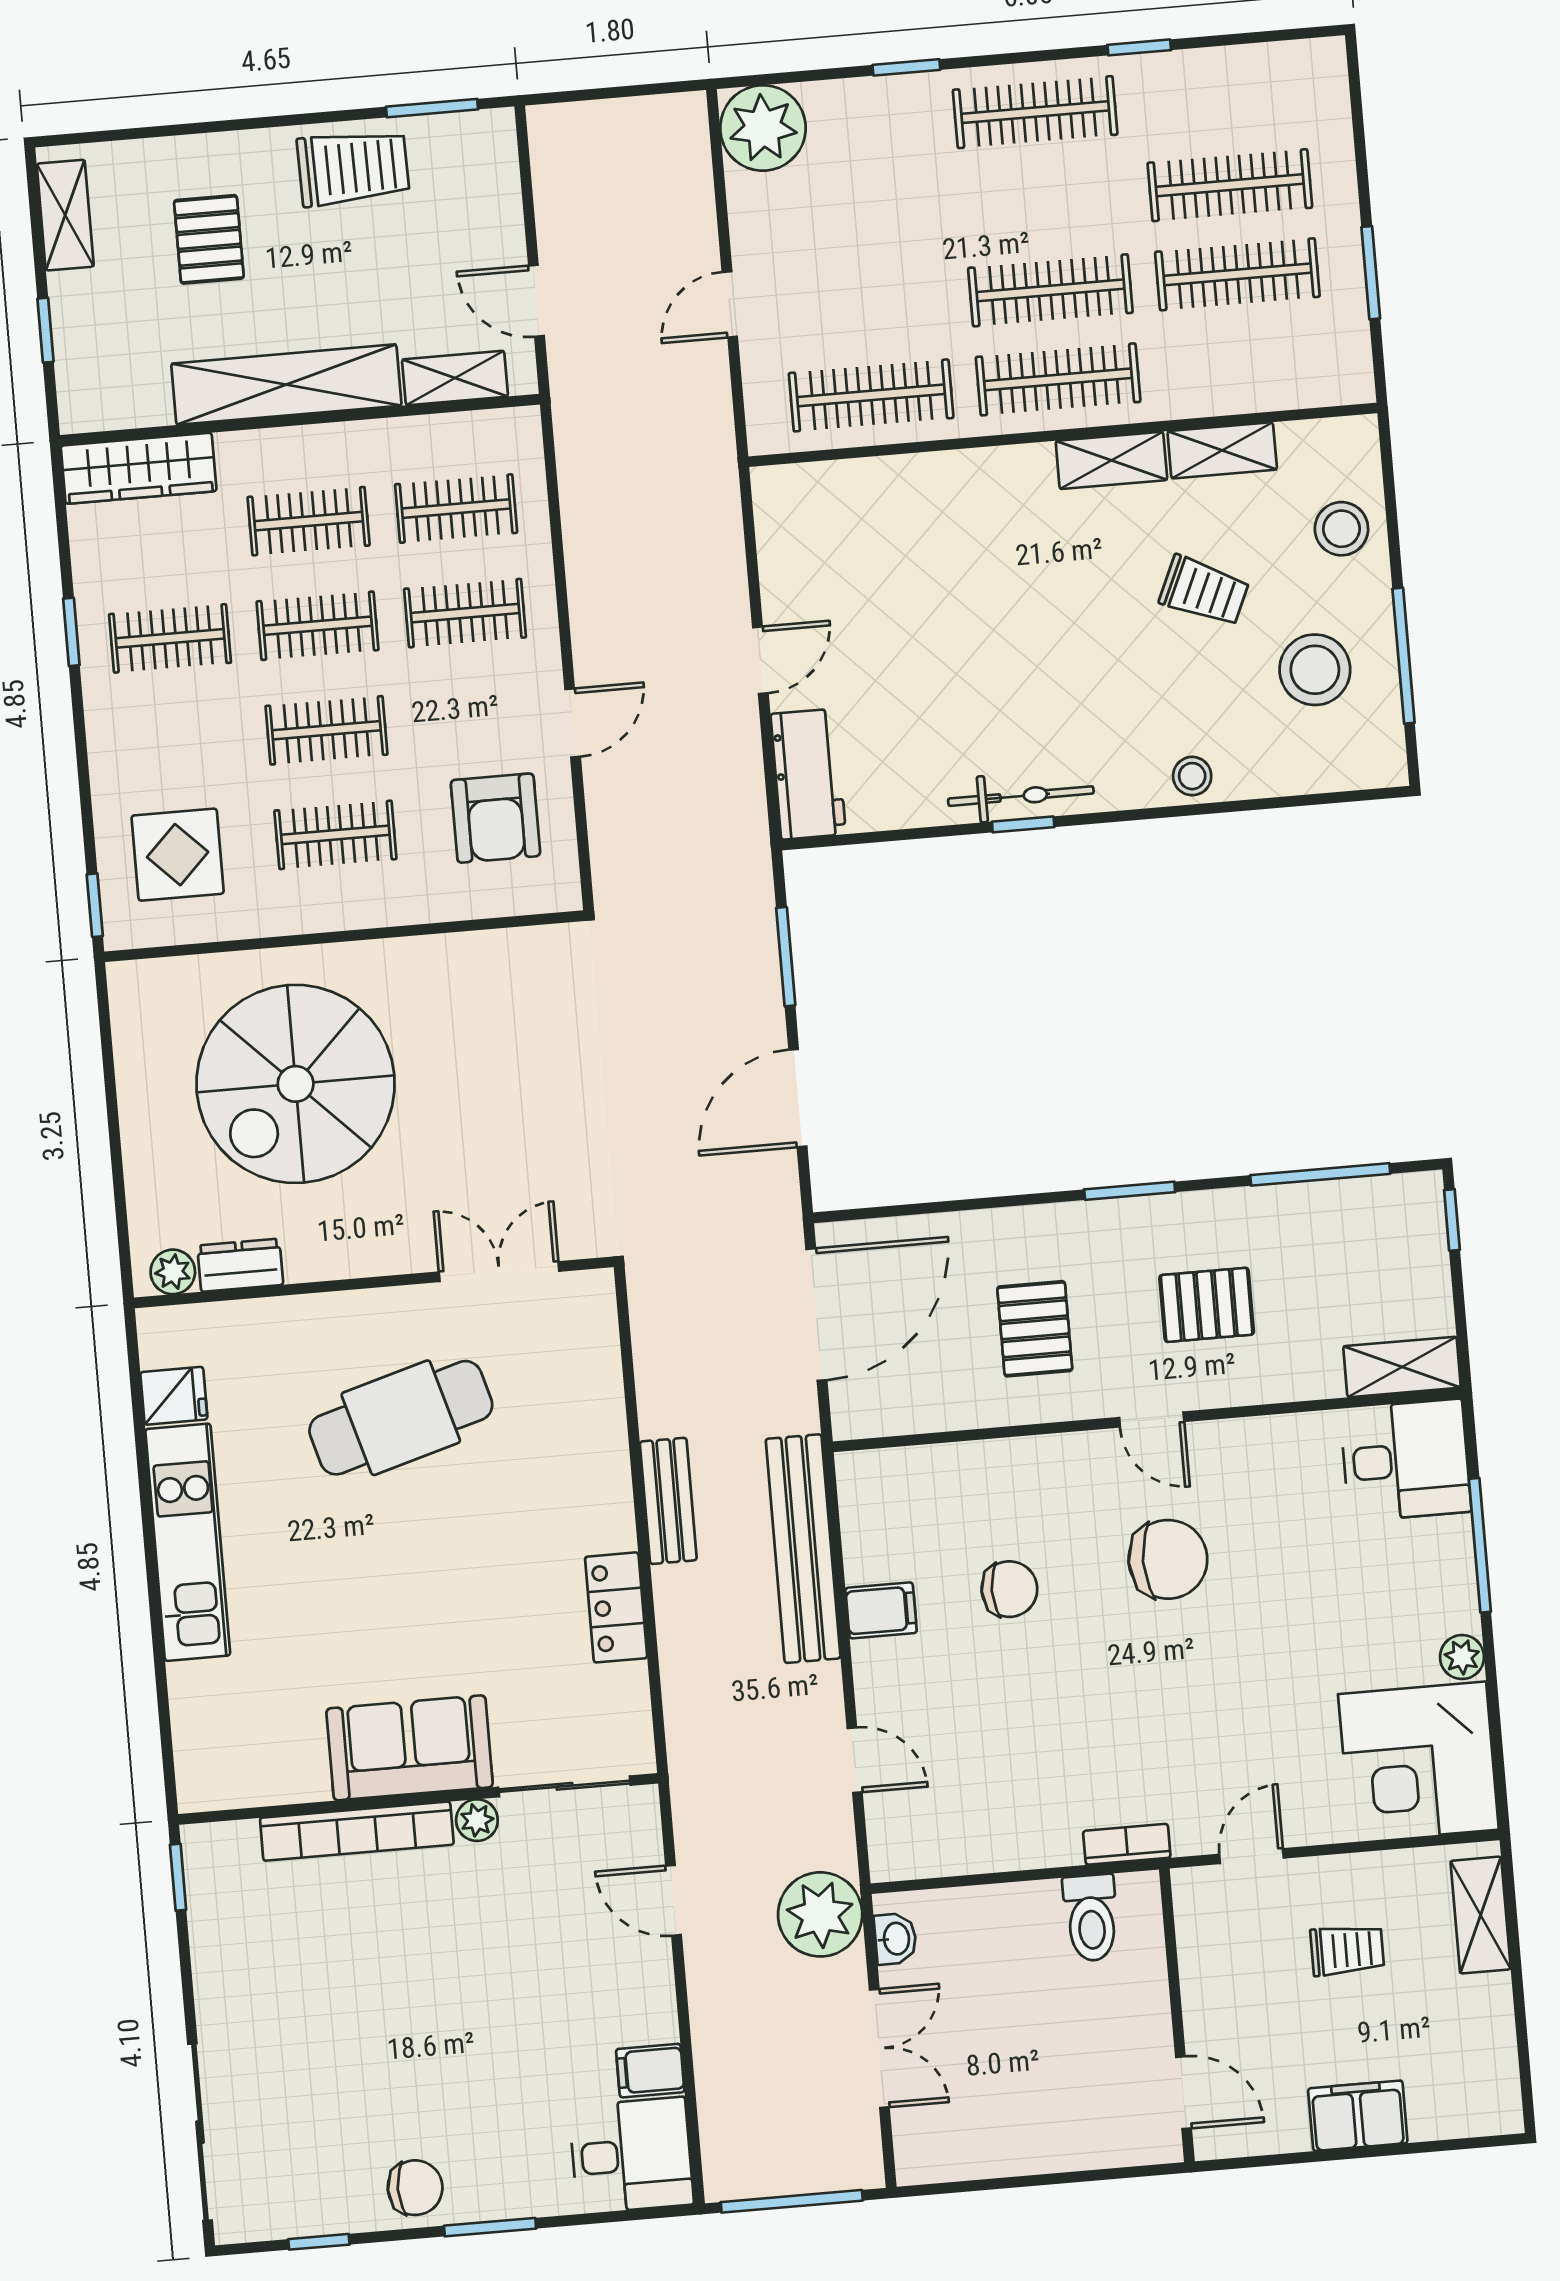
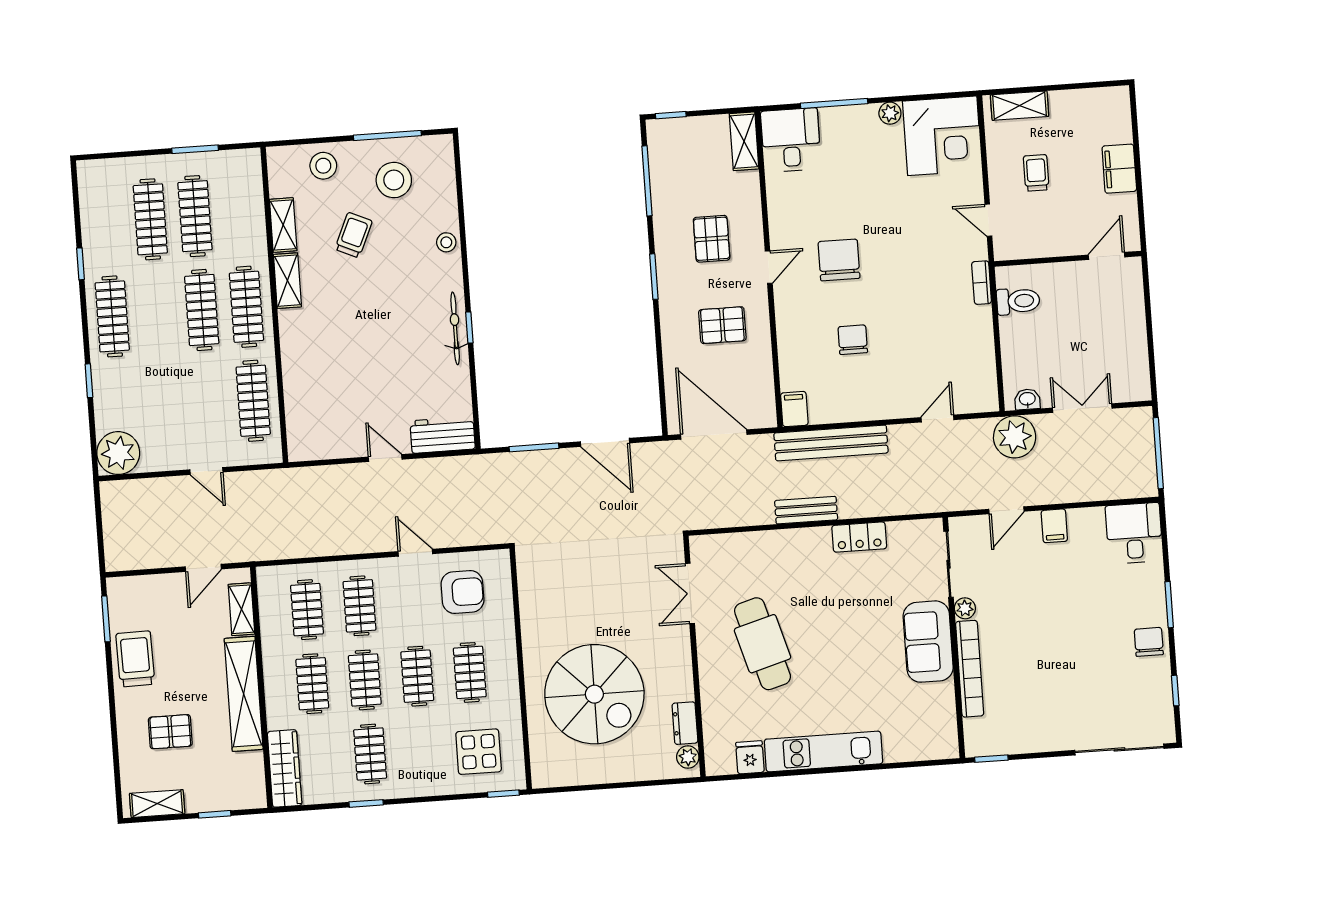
filing cabinet: (881, 1610) -> (794, 409), moved
filing cabinet: (650, 2071) -> (1054, 526), moved

